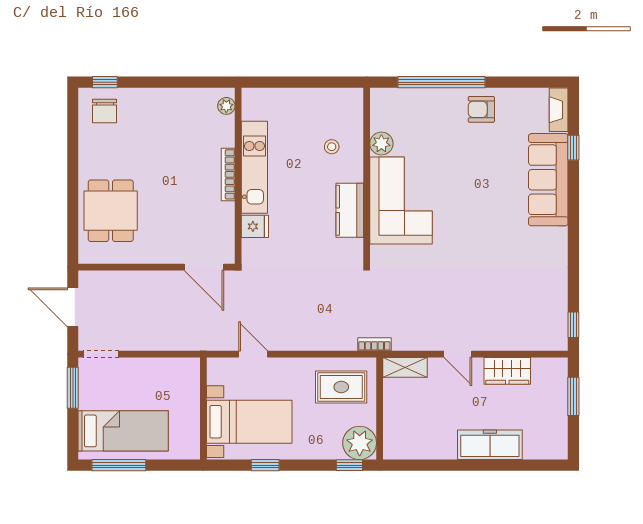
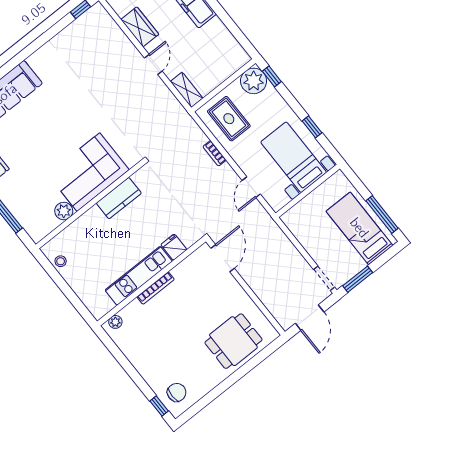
stool: (332, 147) -> (61, 261), moved
bookcase: (374, 344) -> (215, 153), moved

